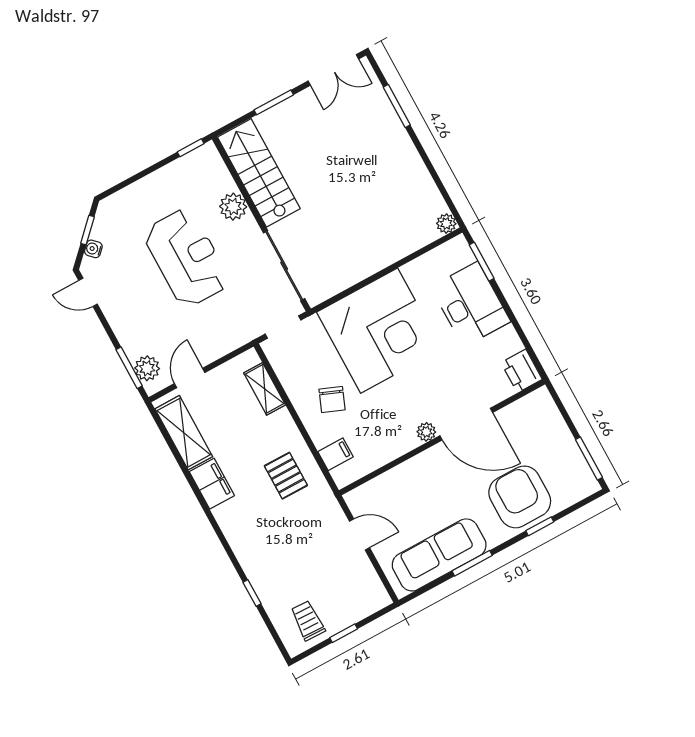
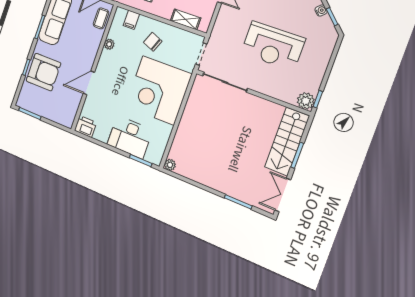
stairs: (259, 173) -> (287, 142), moved, turned 90
plant: (233, 207) -> (306, 101), moved
door: (466, 424) -> (89, 83), width x0.73
plant: (426, 432) -> (109, 44), moved
coffee table: (375, 494) -> (101, 18), added

